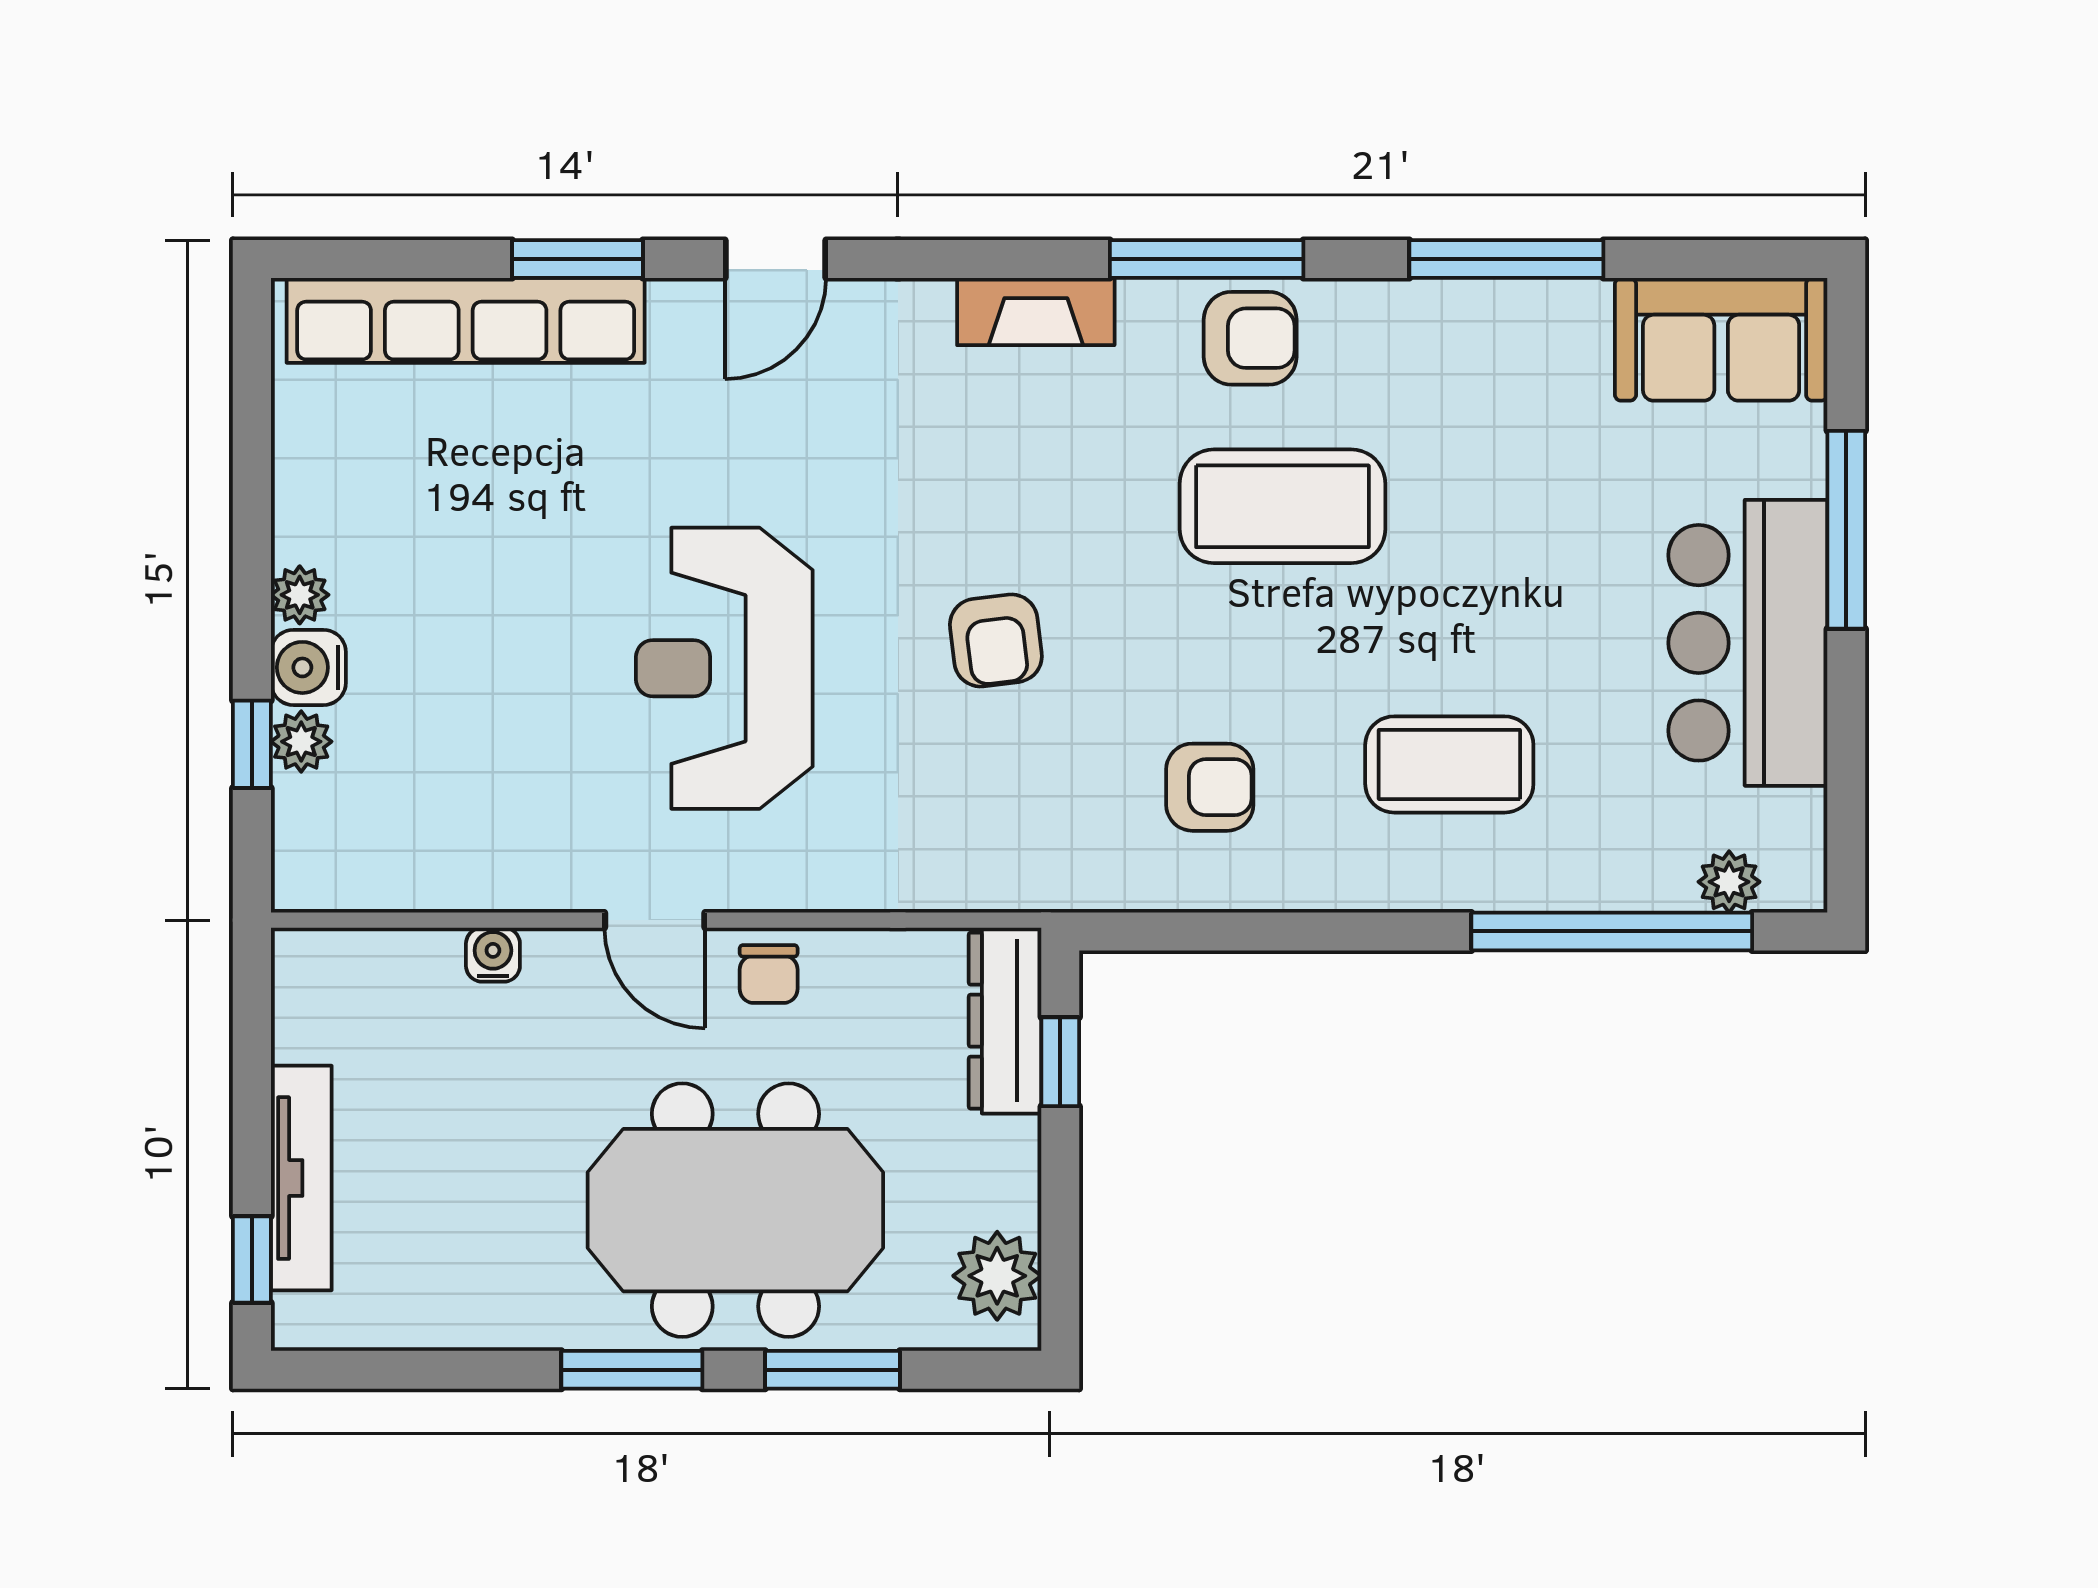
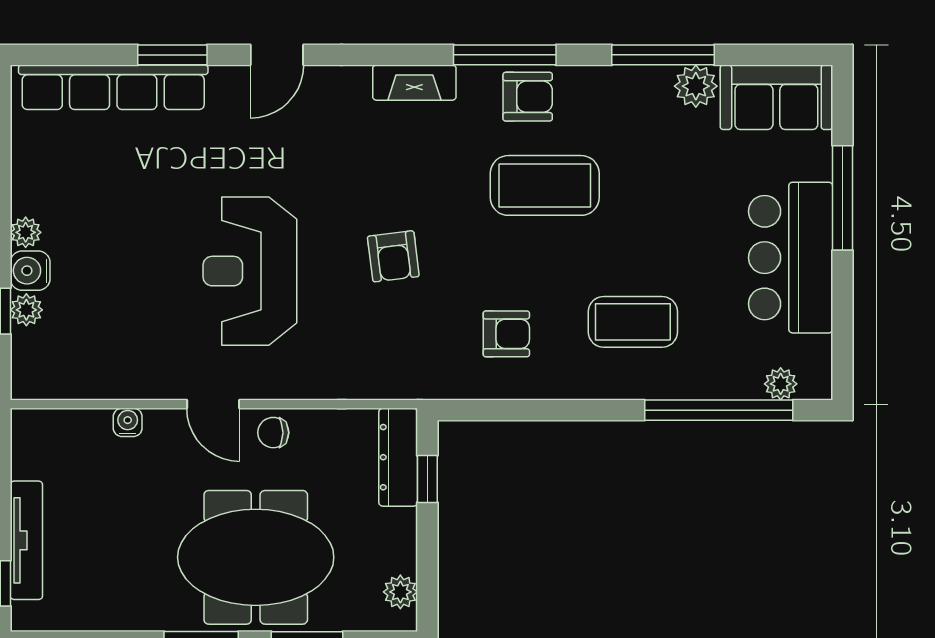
plant: (1568, 318) -> (696, 86), added
chair: (769, 974) -> (273, 433), turned 90
plant: (997, 1276) -> (400, 592), width x0.73, depth x0.73

